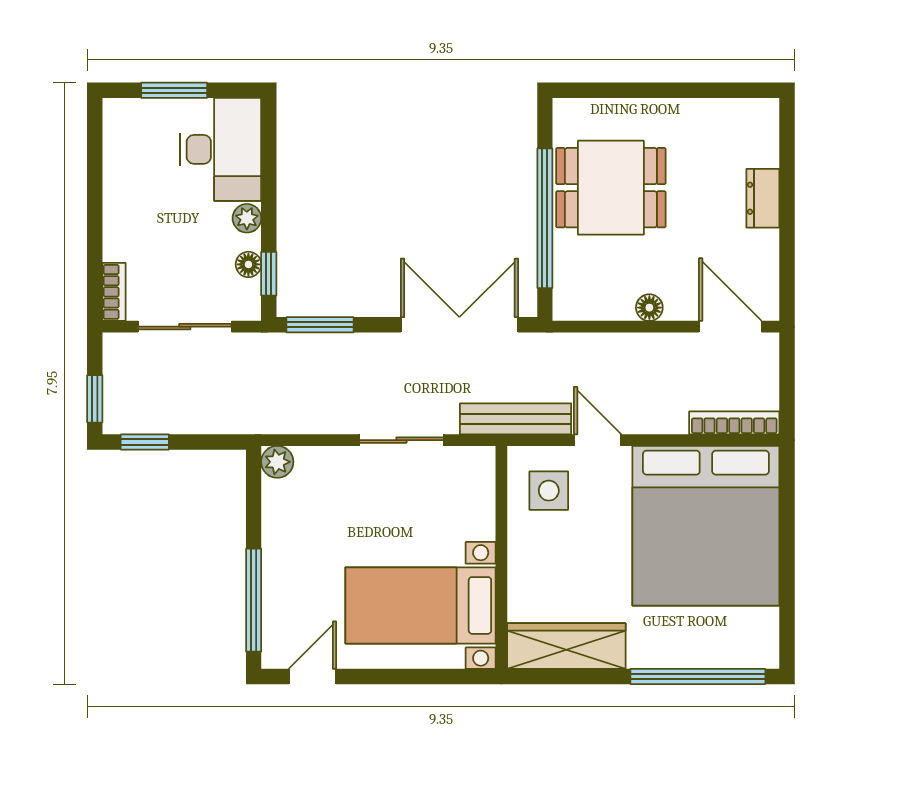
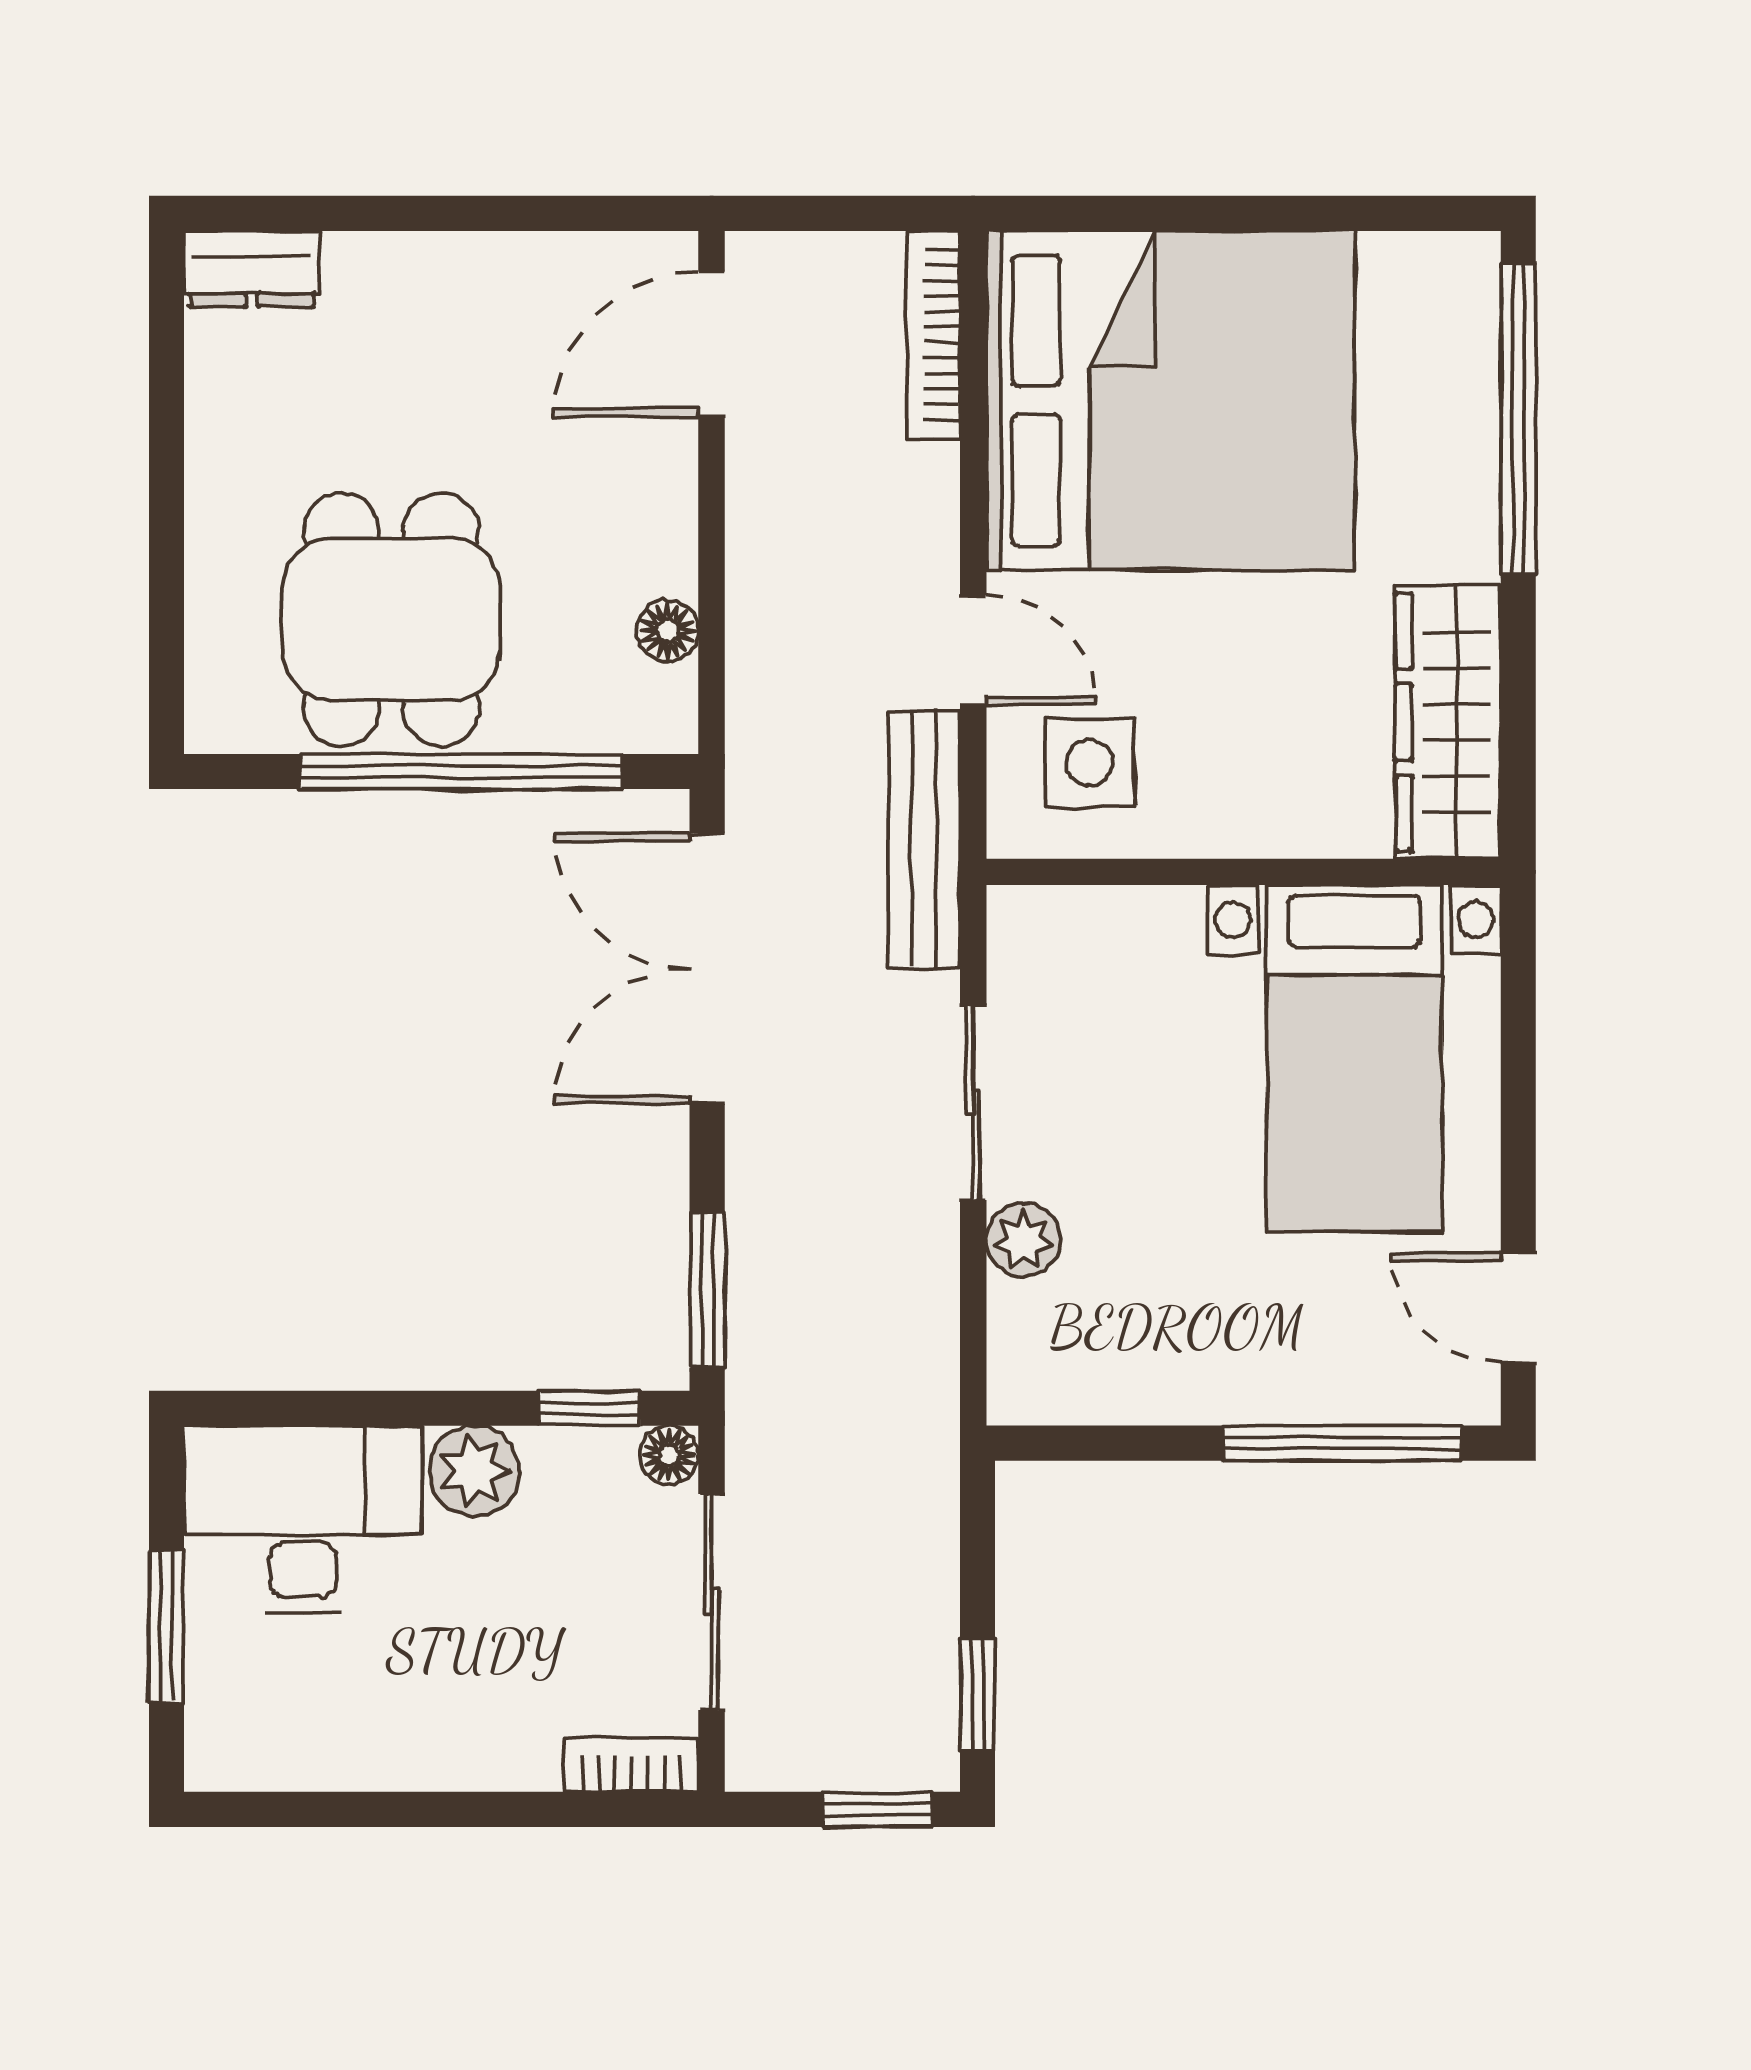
dresser: (763, 198) -> (252, 269), moved
plant: (247, 218) -> (474, 1471), width x1.38, depth x1.38
floor lamp: (248, 264) -> (669, 1455), moved
floor lamp: (649, 308) -> (668, 631), moved
door: (598, 440) -> (973, 650), swing flipped
plant: (277, 462) -> (1023, 1240), moved

